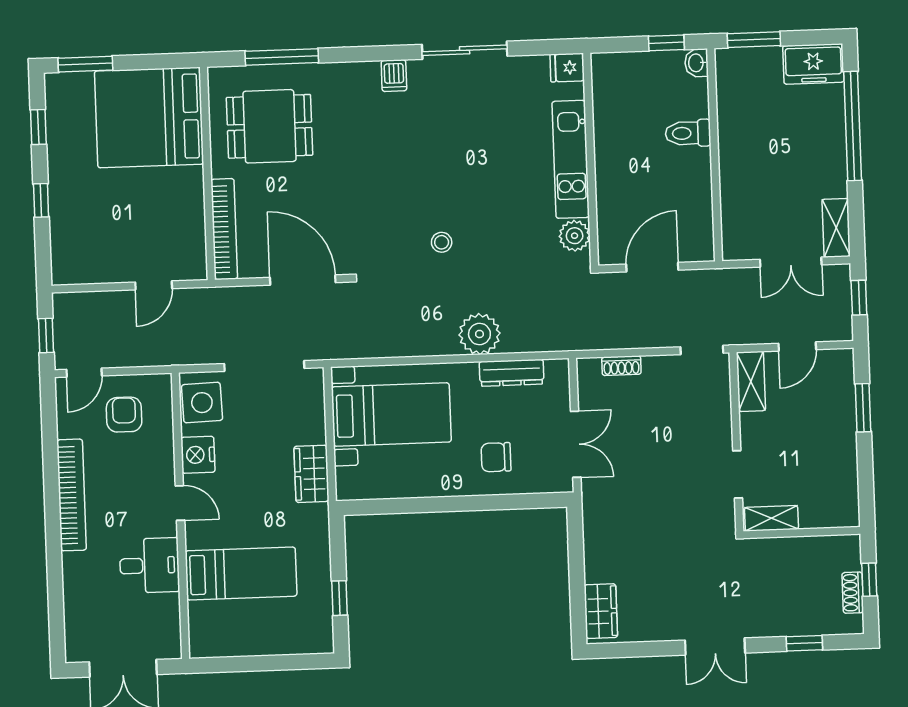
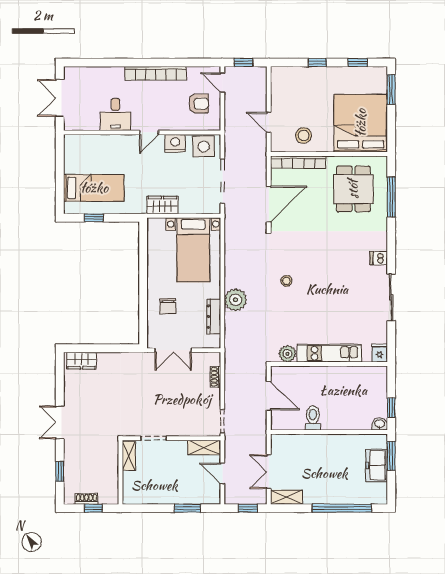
freezer: (813, 64) -> (377, 465), moved
toilet: (688, 133) -> (313, 418), moved
stool: (175, 221) -> (304, 135), added
chair: (496, 457) -> (168, 306), turned 180
bed: (241, 573) -> (94, 188), moved, turned -90

